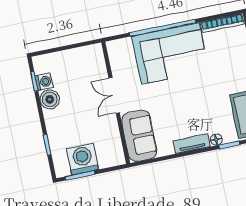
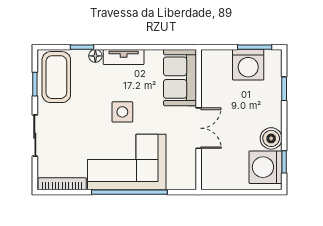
washing machine: (44, 82) -> (266, 167), width x1.89, depth x1.89
side table: (183, 96) -> (122, 112), added

